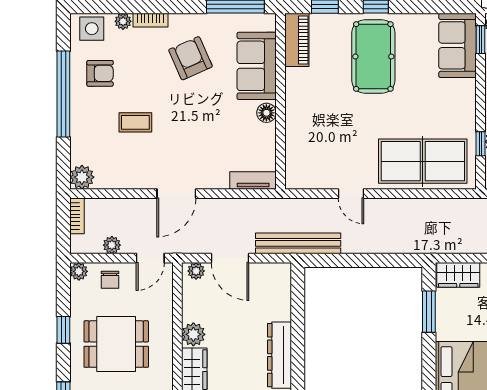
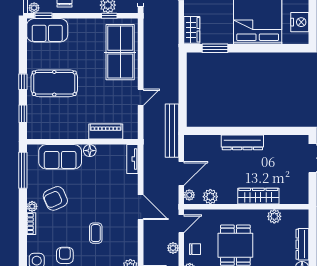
plant: (123, 21) -> (32, 206), moved
piano: (297, 40) -> (106, 131), moved
door: (150, 258) -> (181, 224), hinge flipped
plant: (193, 334) -> (210, 197), moved

